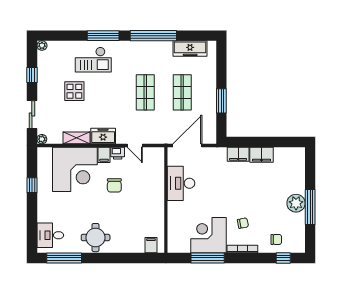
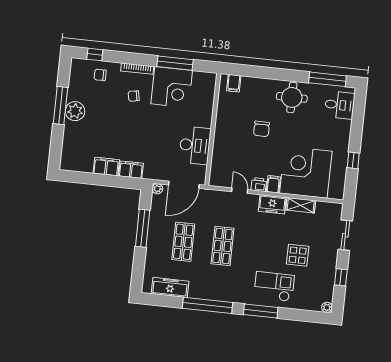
window: (221, 101) -> (143, 228), width x1.44
plant: (42, 139) -> (157, 189), moved
chair: (114, 185) -> (262, 129), moved, turned 180

